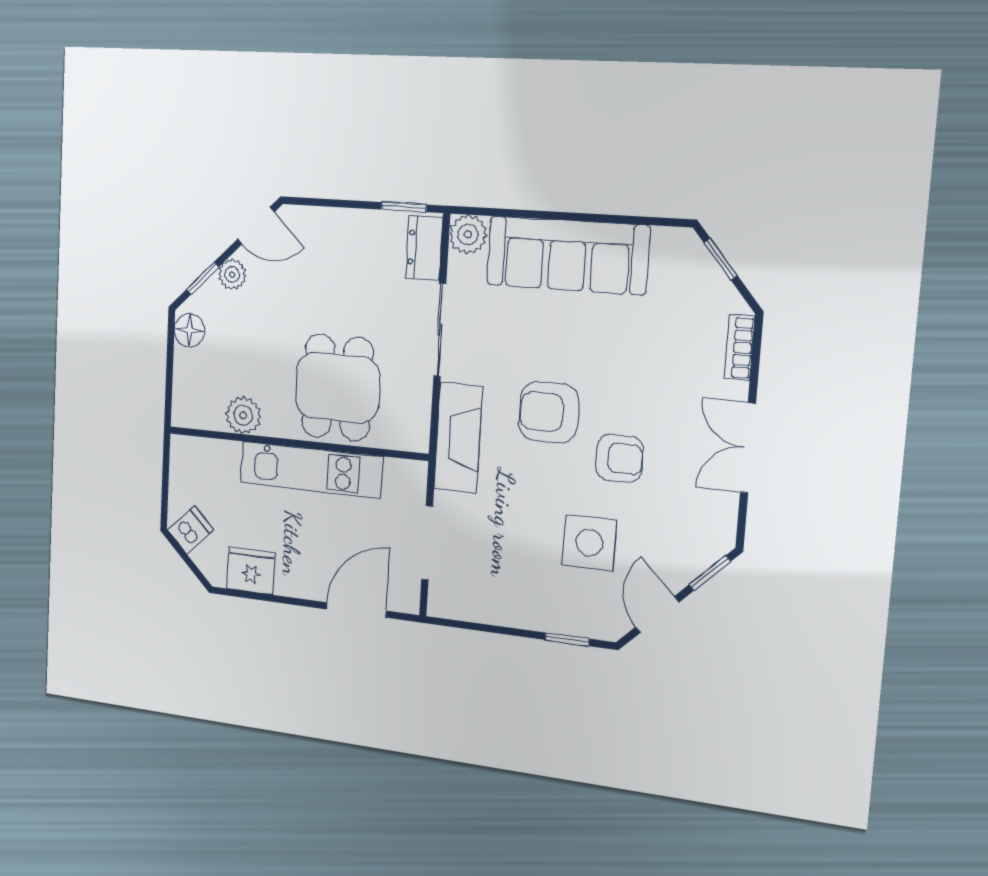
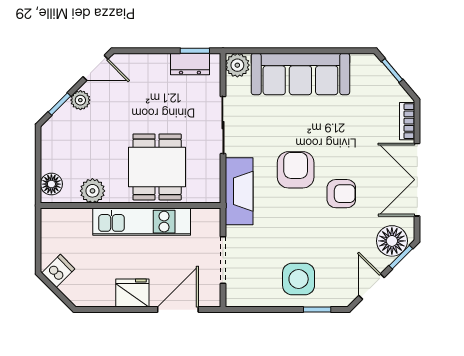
dresser: (424, 248) -> (190, 64), moved, turned -90
floor lamp: (189, 330) -> (51, 184), moved
armchair: (549, 412) -> (296, 170), turned 90
double door: (748, 448) -> (417, 180), width x1.37
side table: (589, 543) -> (299, 279), moved
floor lamp: (697, 545) -> (392, 241), added
fridge: (251, 571) -> (132, 293), moved

